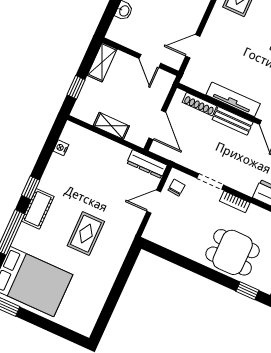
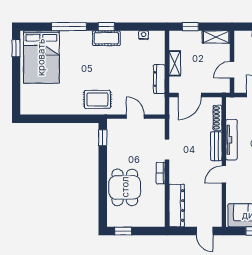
dresser: (147, 164) -> (159, 79), moved
chair: (177, 188) -> (152, 128), removed
cot: (38, 209) -> (106, 38), moved
rug: (86, 234) -> (97, 99), moved
window: (247, 291) -> (103, 138), moved

